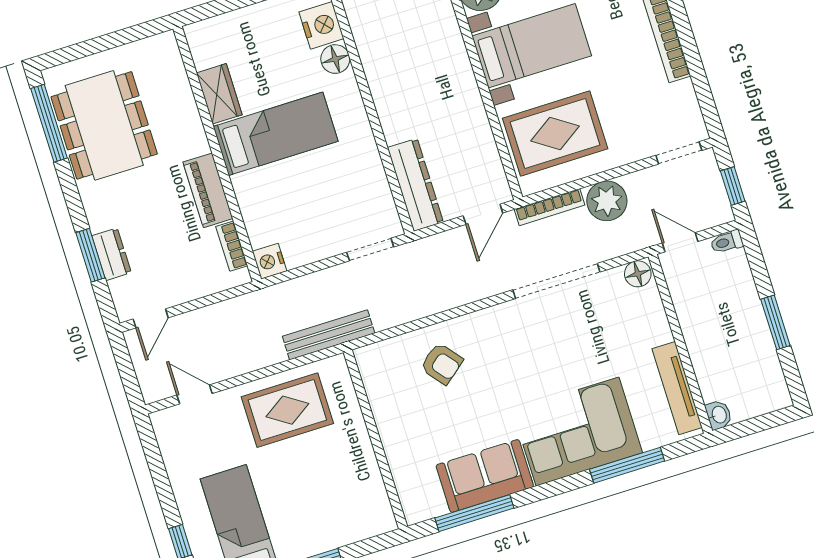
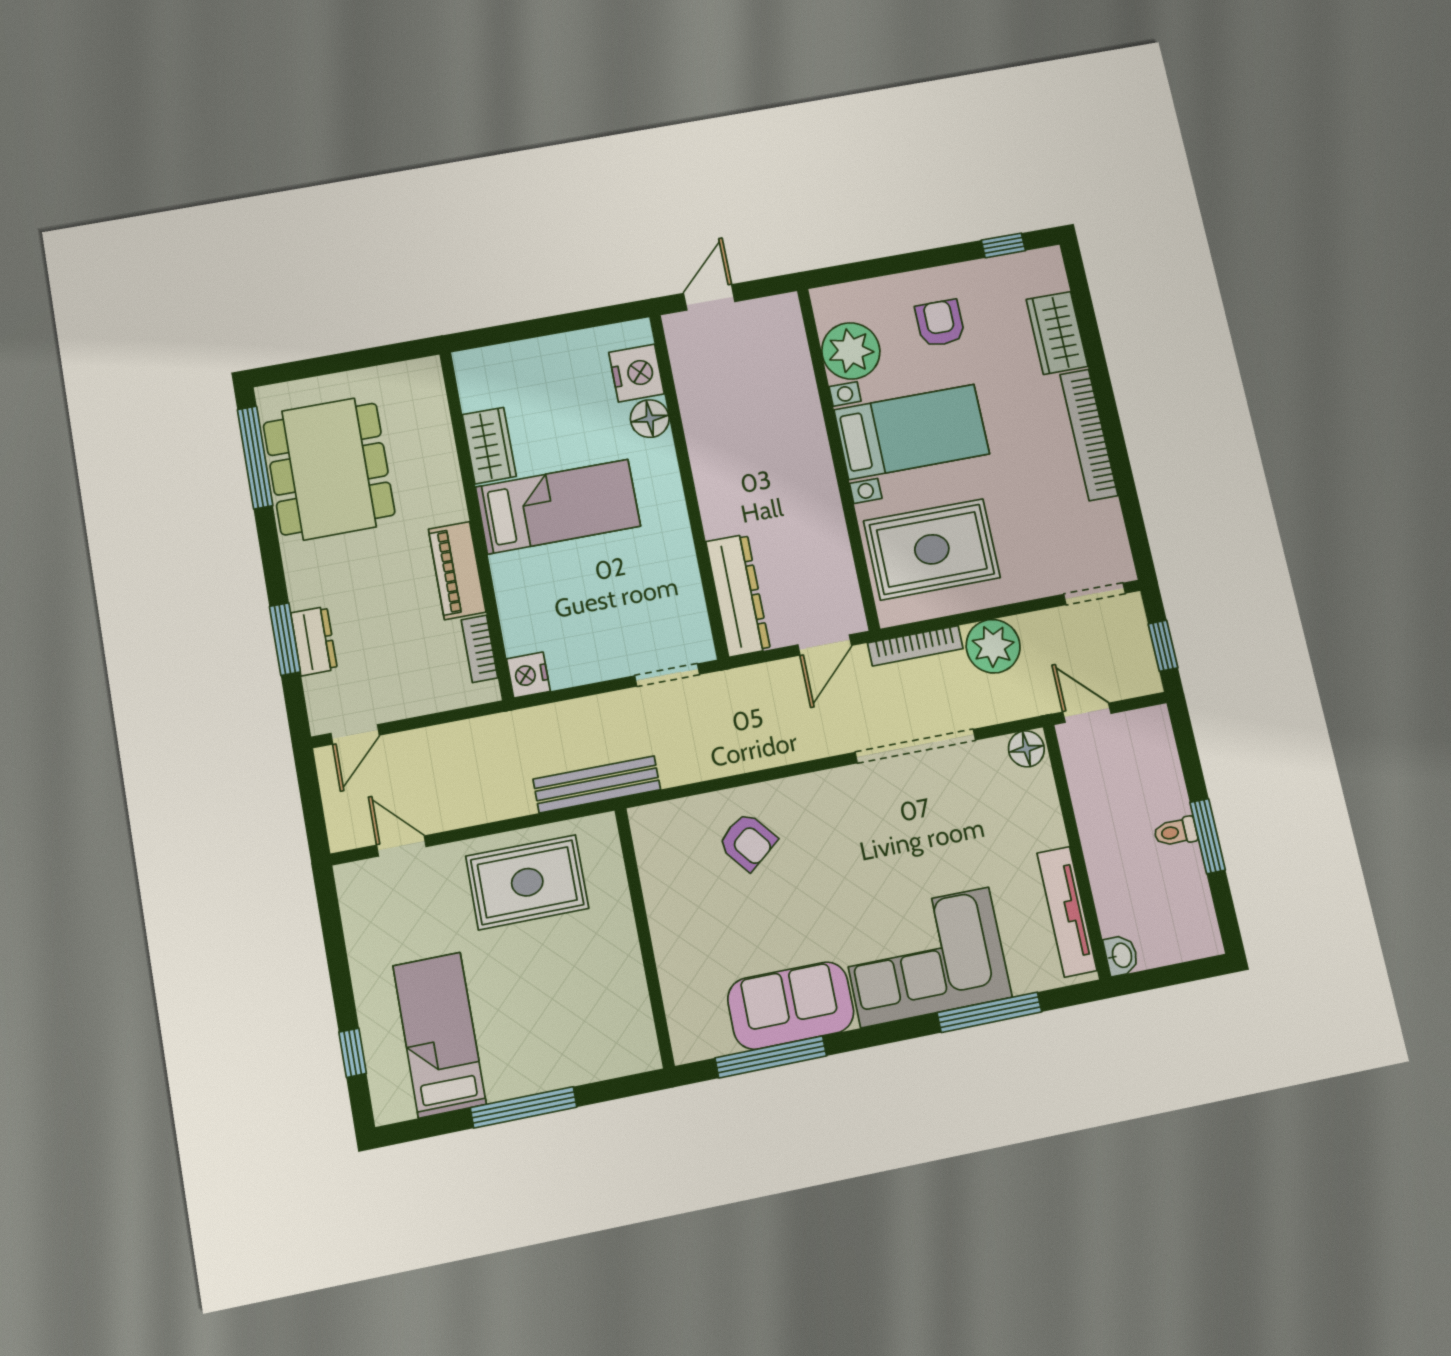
toilet: (727, 242) -> (1176, 832), moved

